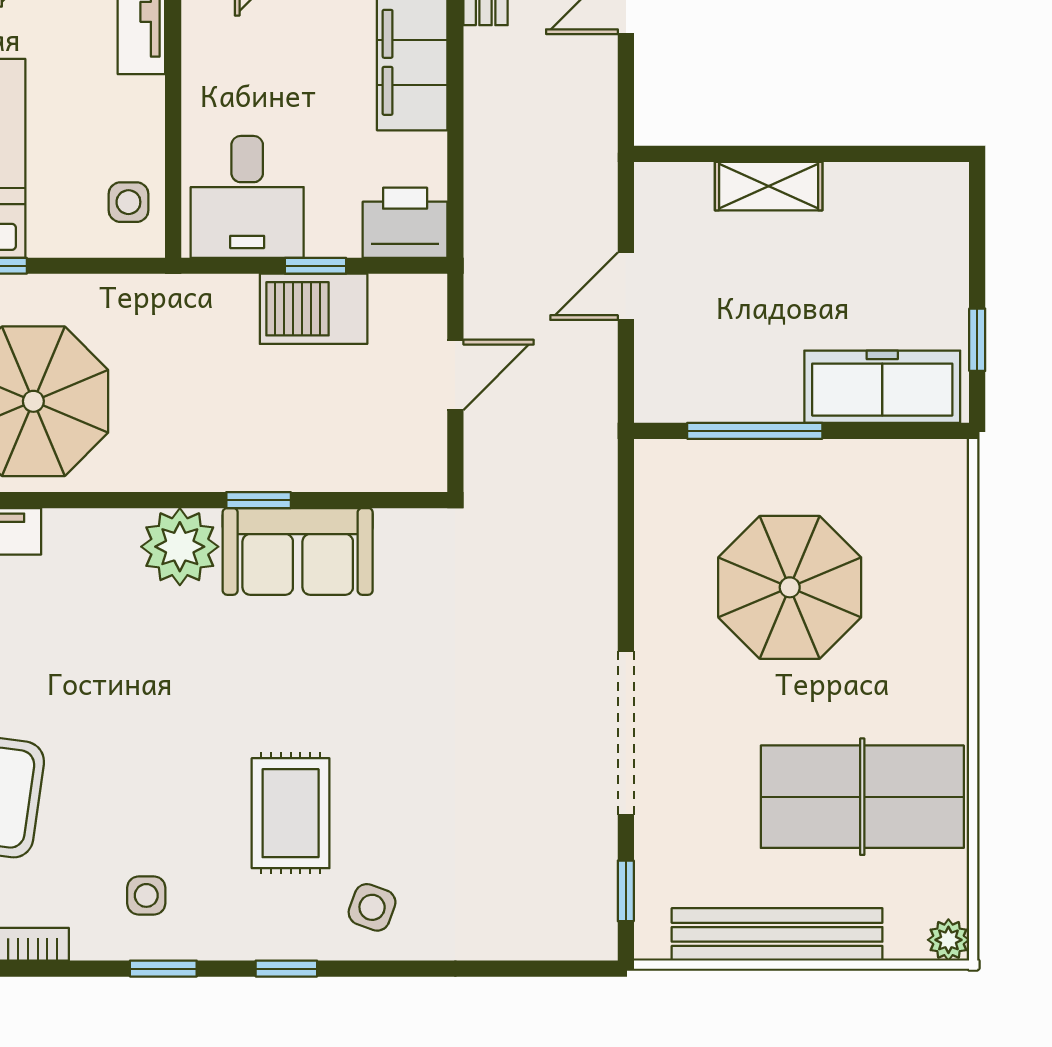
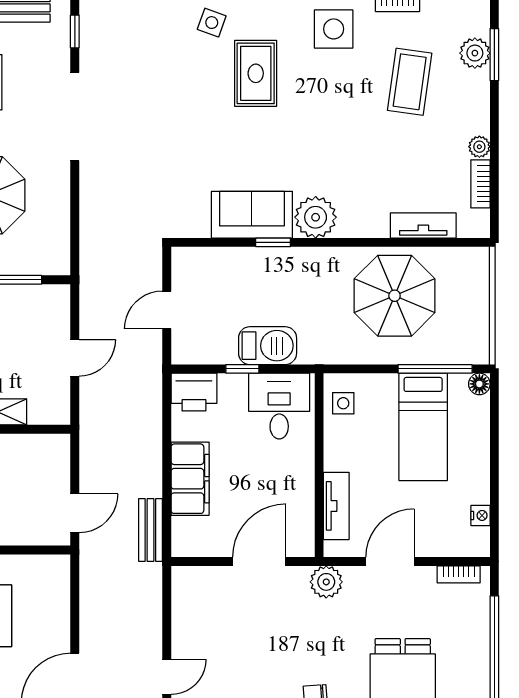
barbecue: (314, 309) -> (268, 346), moved
side table: (146, 895) -> (334, 29), width x1.87, depth x1.87

